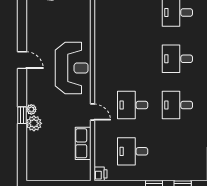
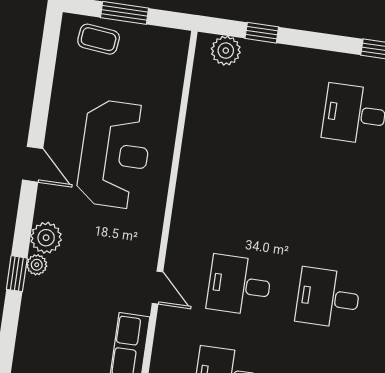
desk: (177, 59) -> (341, 206), removed
reception desk: (72, 68) -> (115, 154), moved
plant: (34, 123) -> (46, 238), moved

